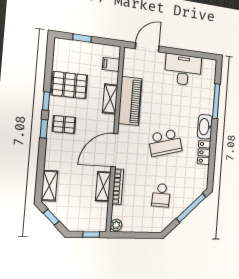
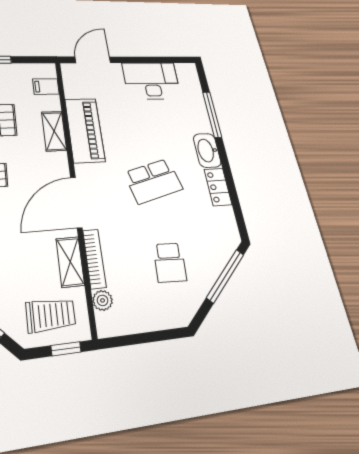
trolley: (86, 215) -> (51, 315), added
plant: (116, 225) -> (103, 300), moved

